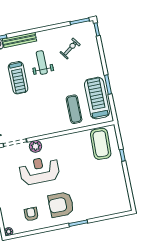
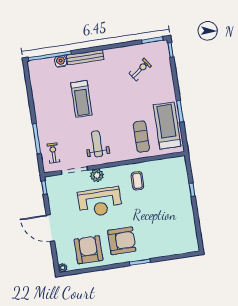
weight bench: (42, 62) -> (97, 144), moved
coffee table: (101, 144) -> (137, 181), moved, width x0.54, depth x0.58
reception desk: (39, 170) -> (100, 202), turned 180
armchair: (61, 205) -> (122, 241), turned 180
armchair: (31, 214) -> (89, 250), width x1.88, depth x1.88

